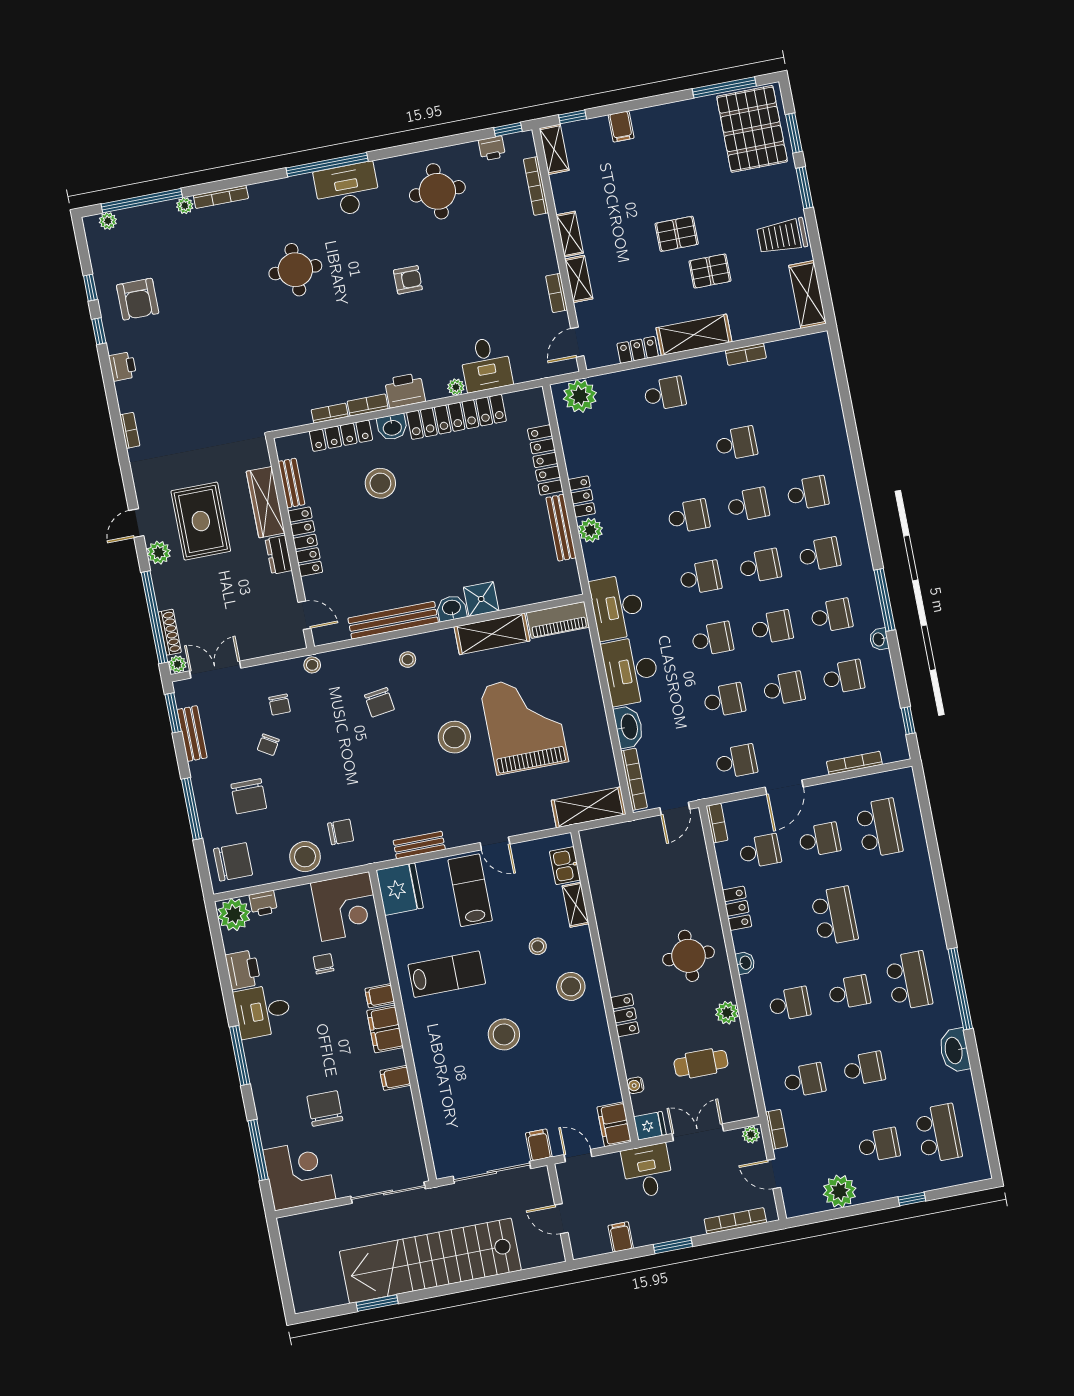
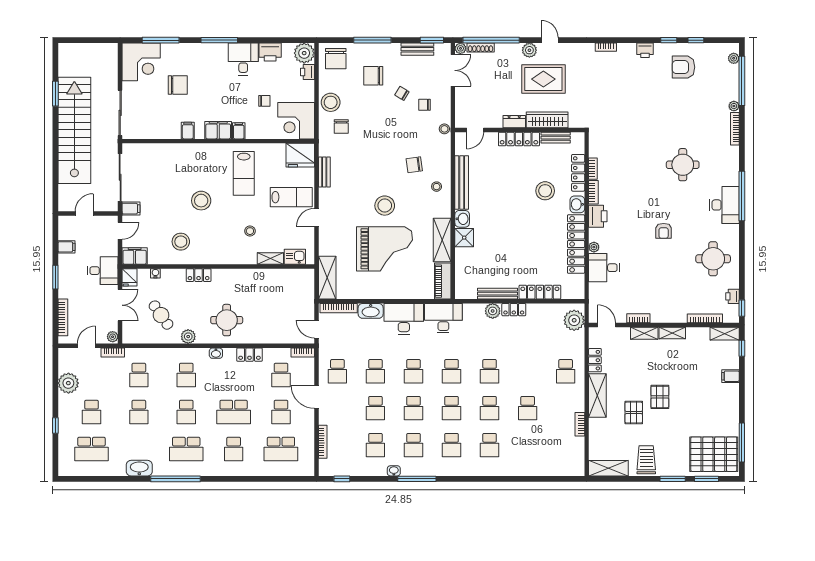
school desk: (894, 904) -> (234, 449), added
stool: (571, 986) -> (181, 242), moved
cafe table: (701, 1063) -> (161, 315), turned -35

